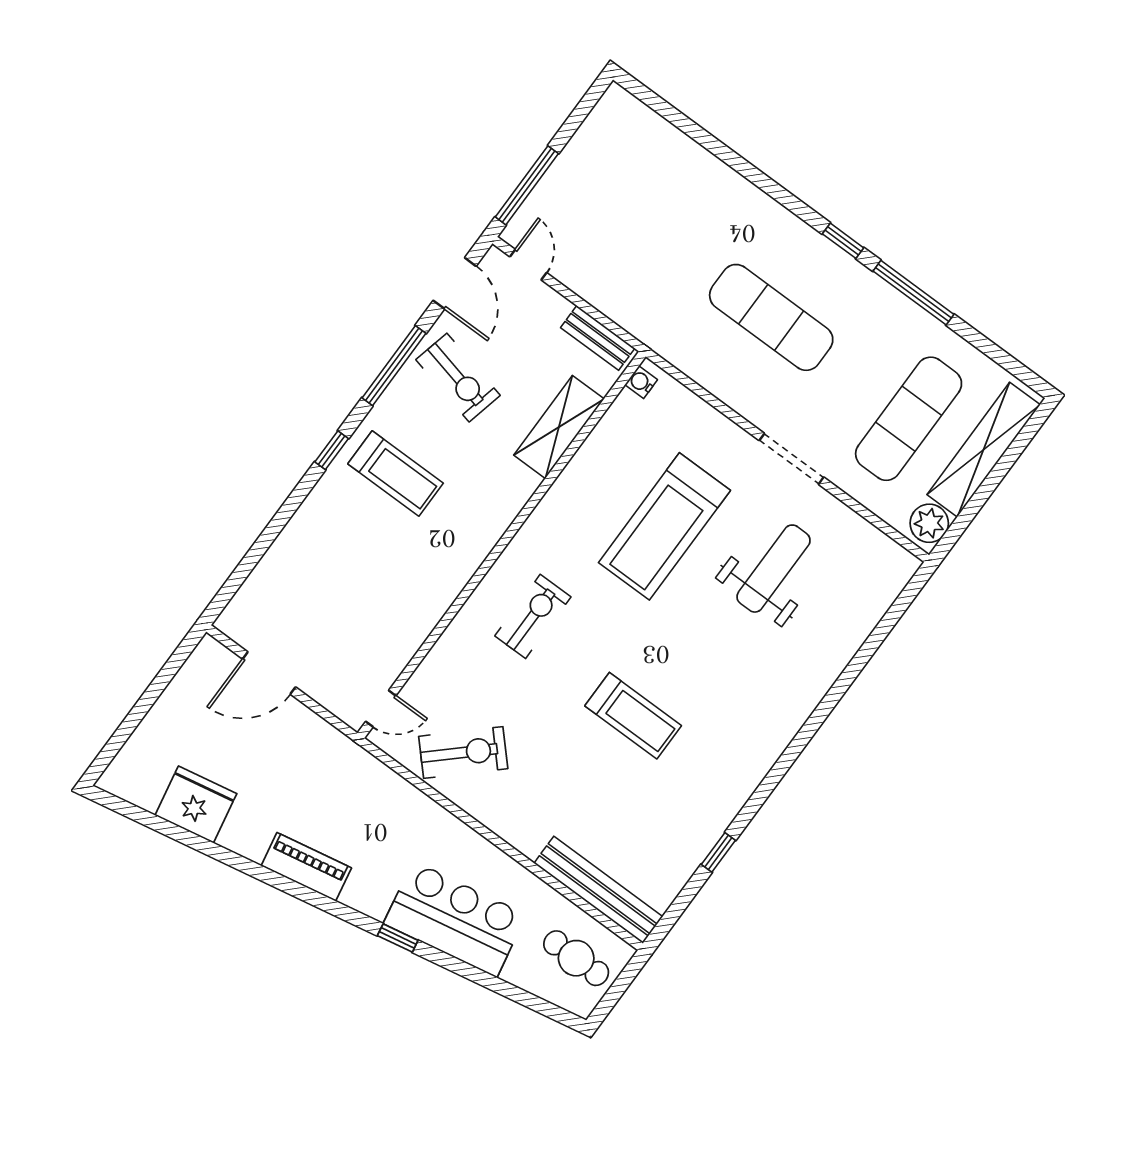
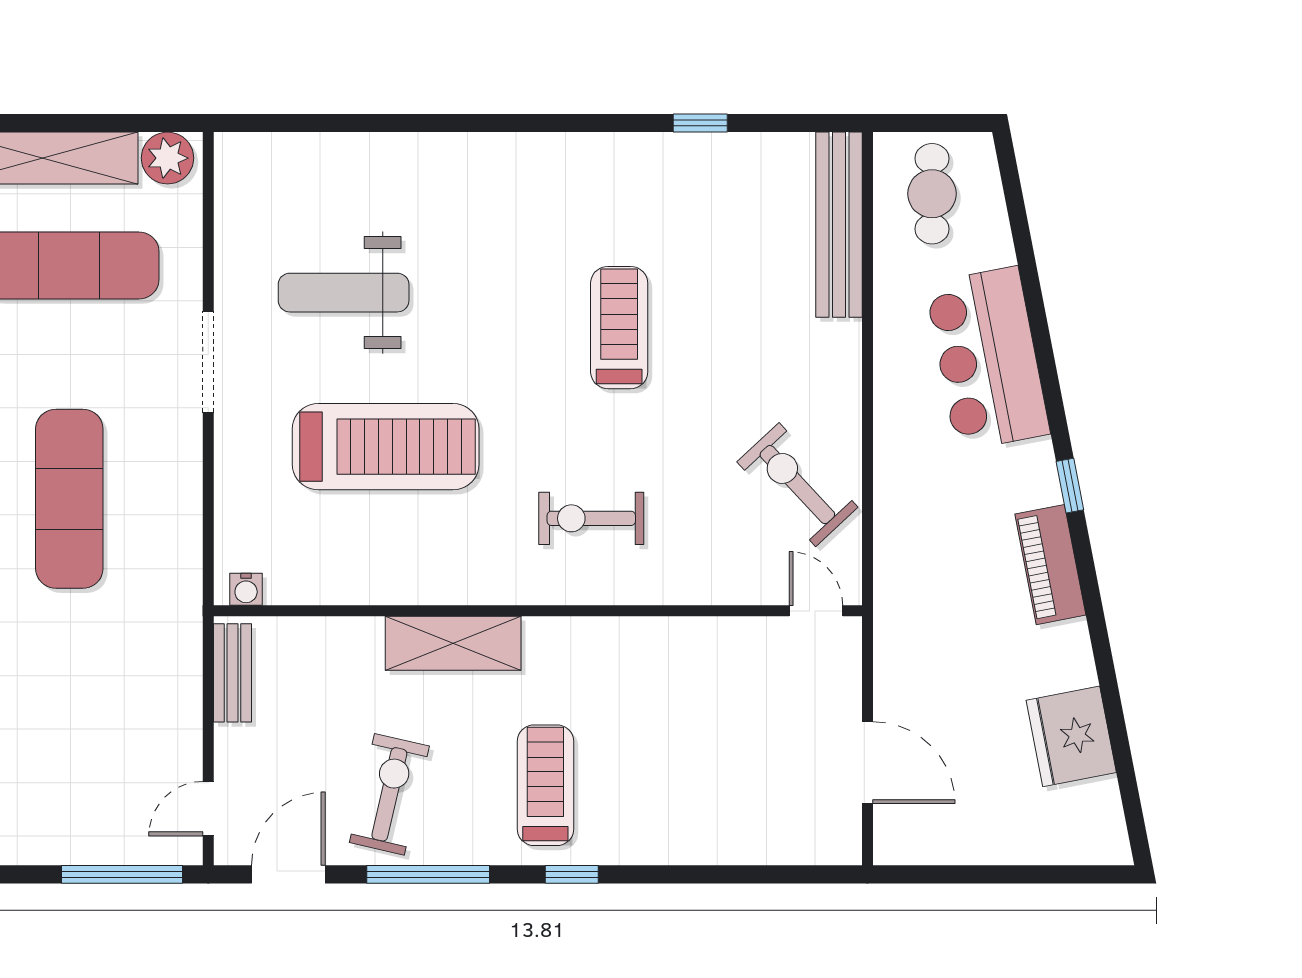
shelving: (559, 427) -> (453, 643), moved
window: (398, 938) -> (1070, 486), moved

